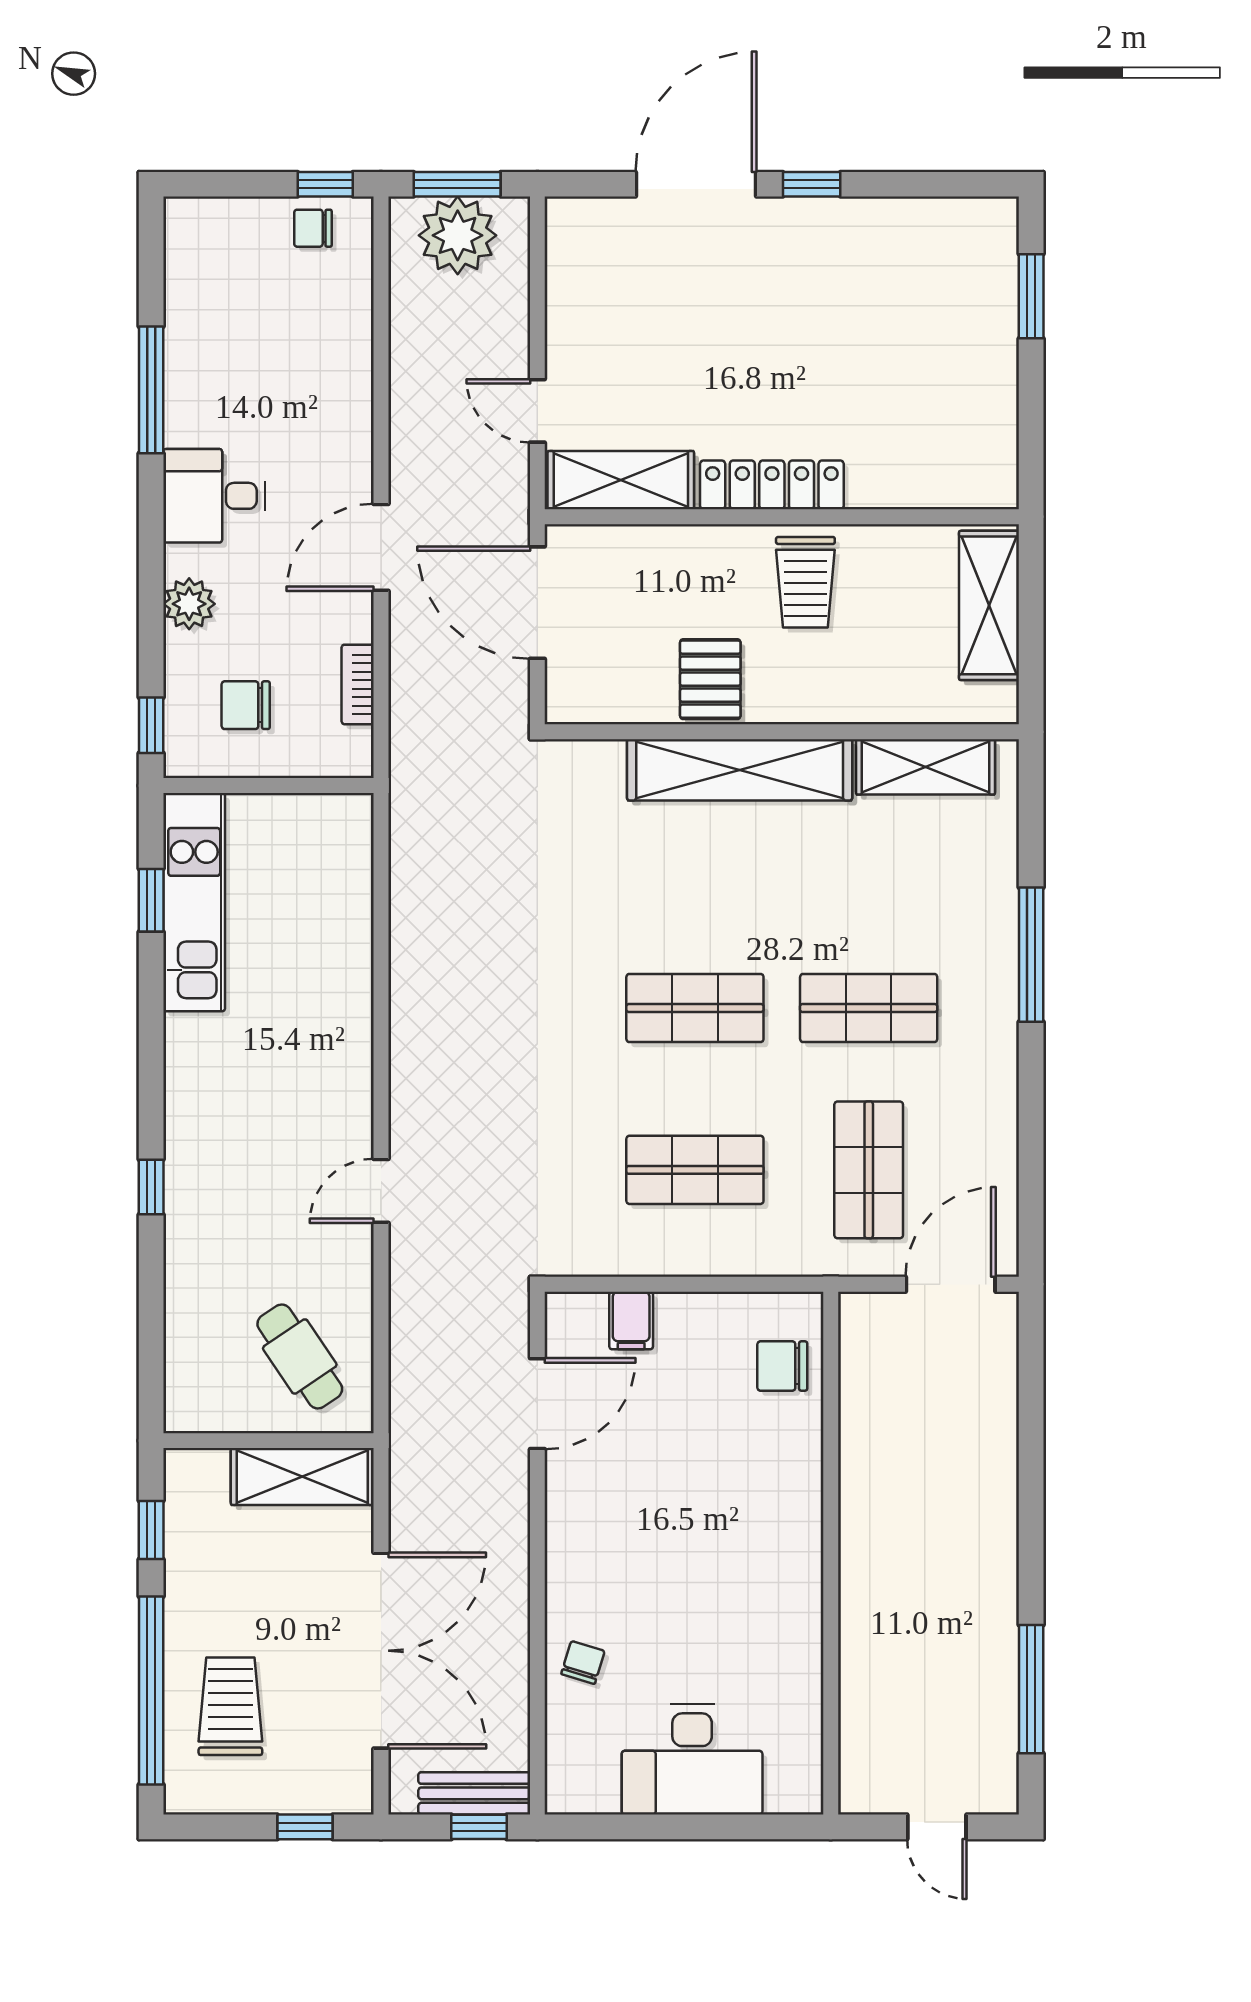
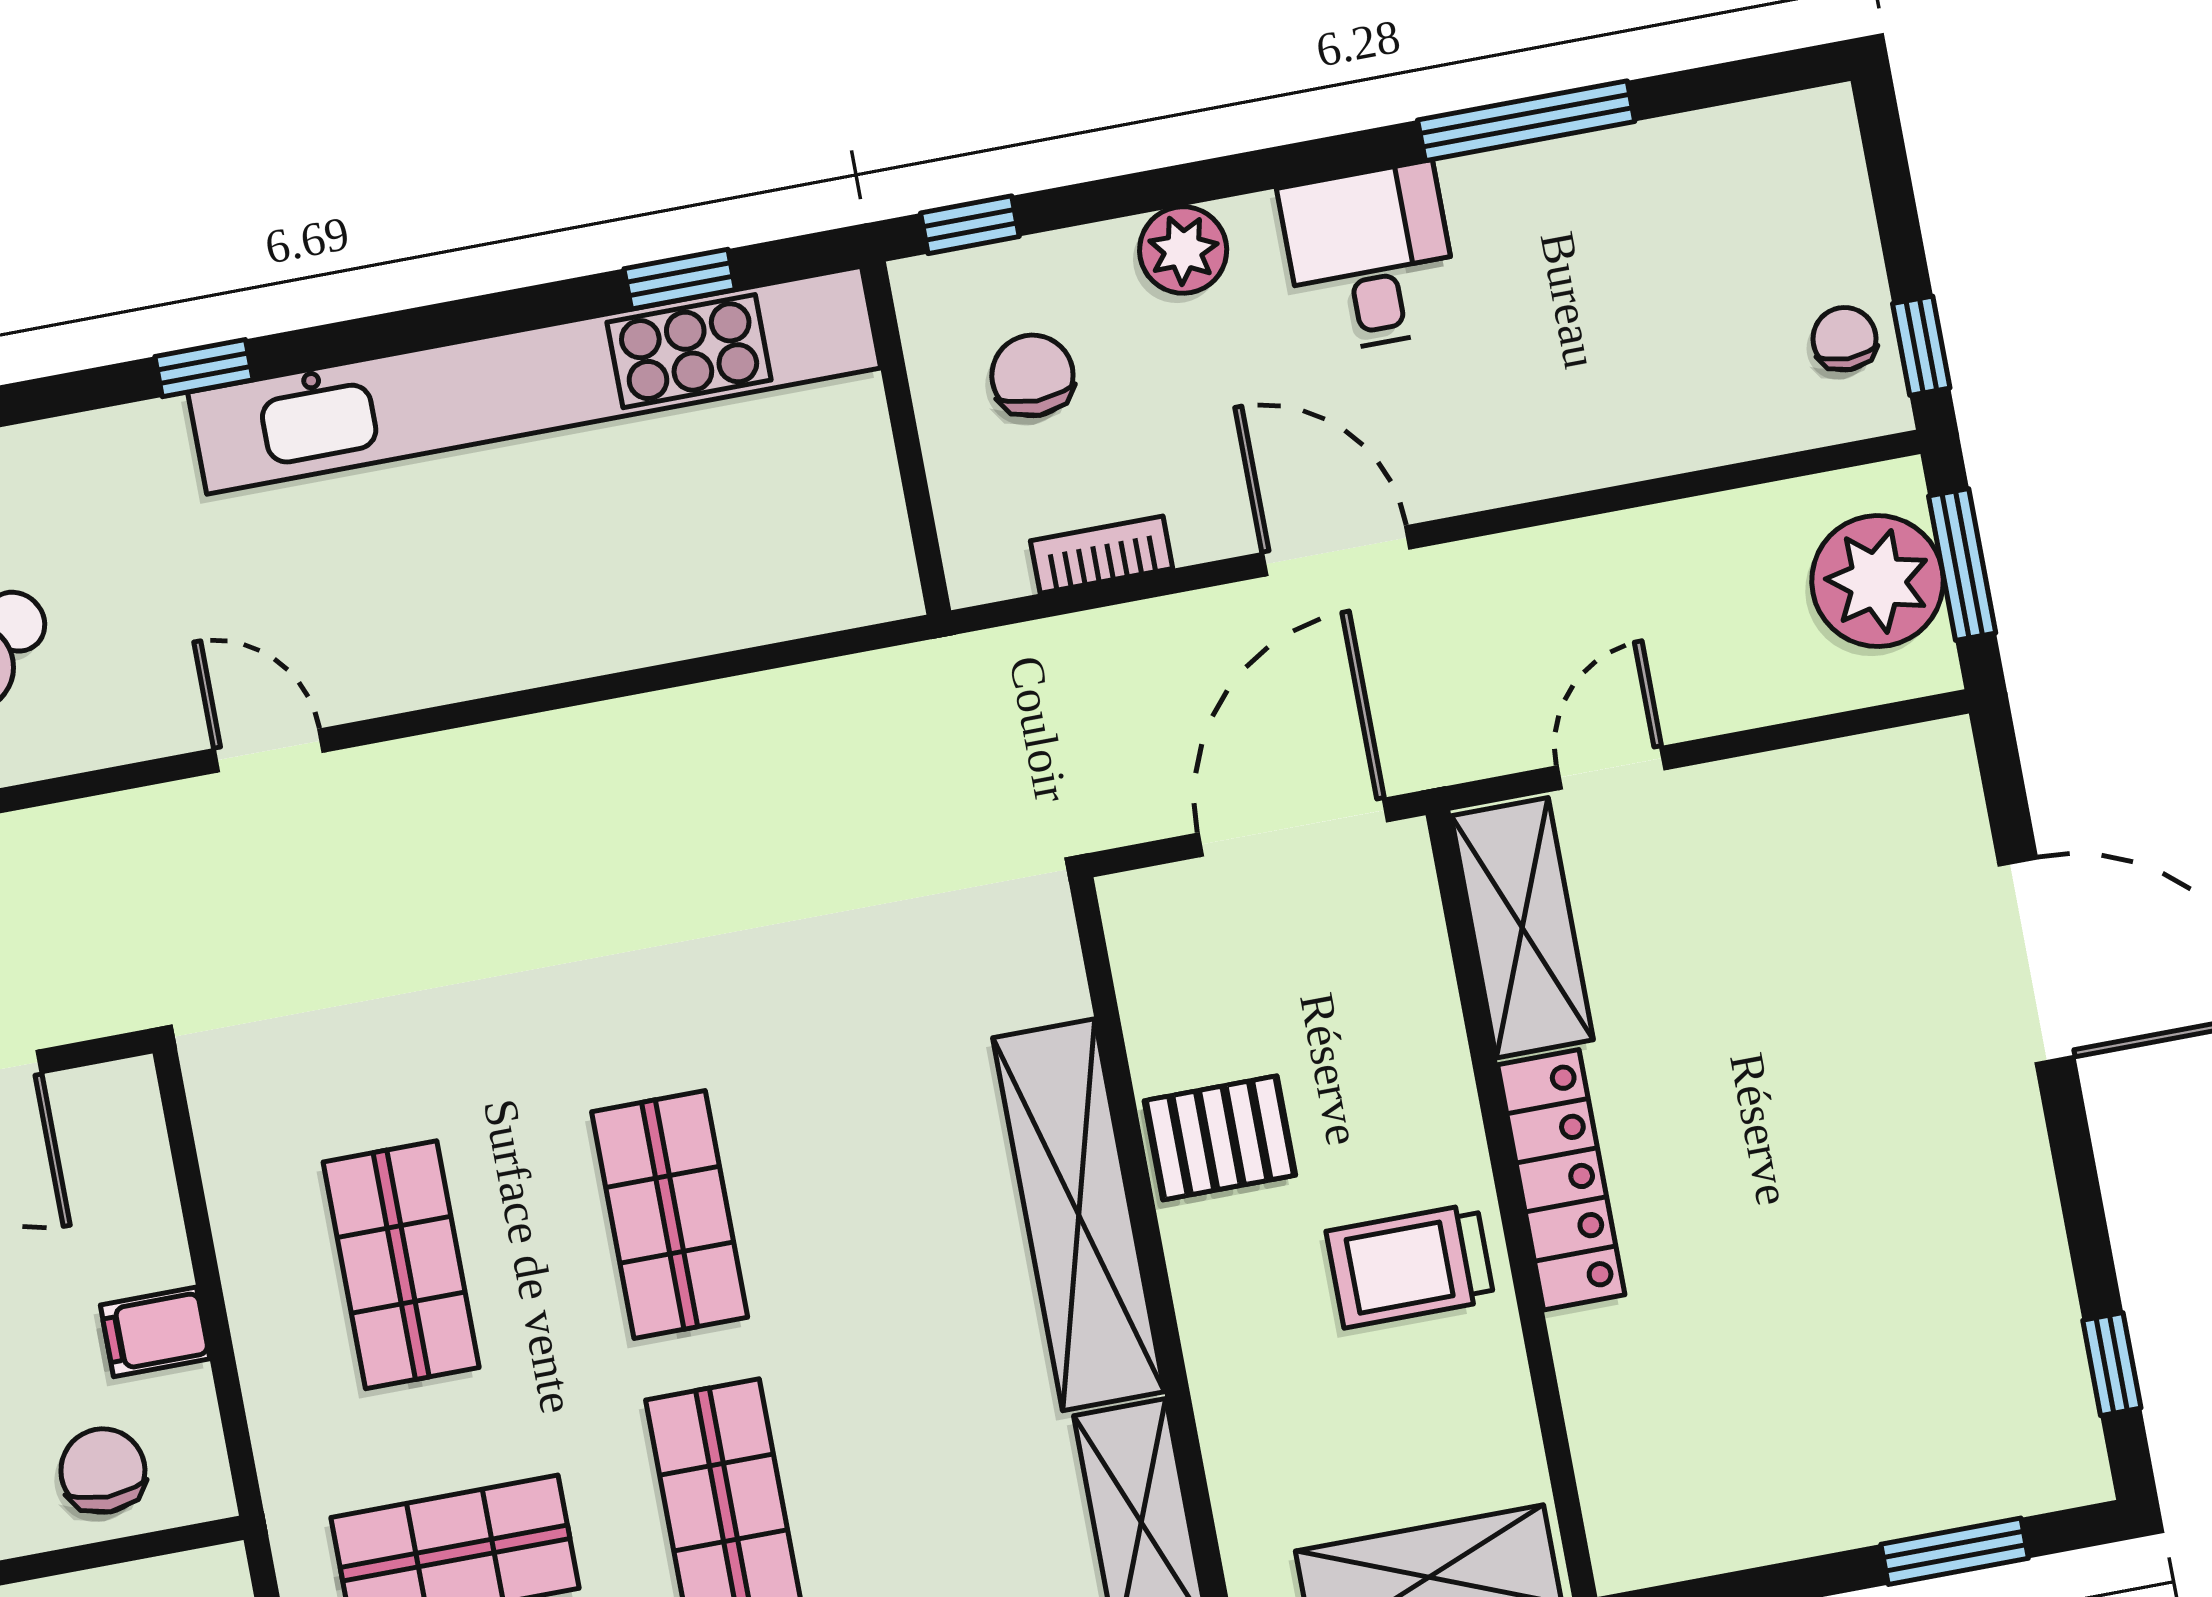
window: (812, 184) -> (2112, 1364), moved
kitchen unit: (194, 902) -> (534, 380), width x1.86
filing cabinet: (631, 1321) -> (155, 1332), moved

